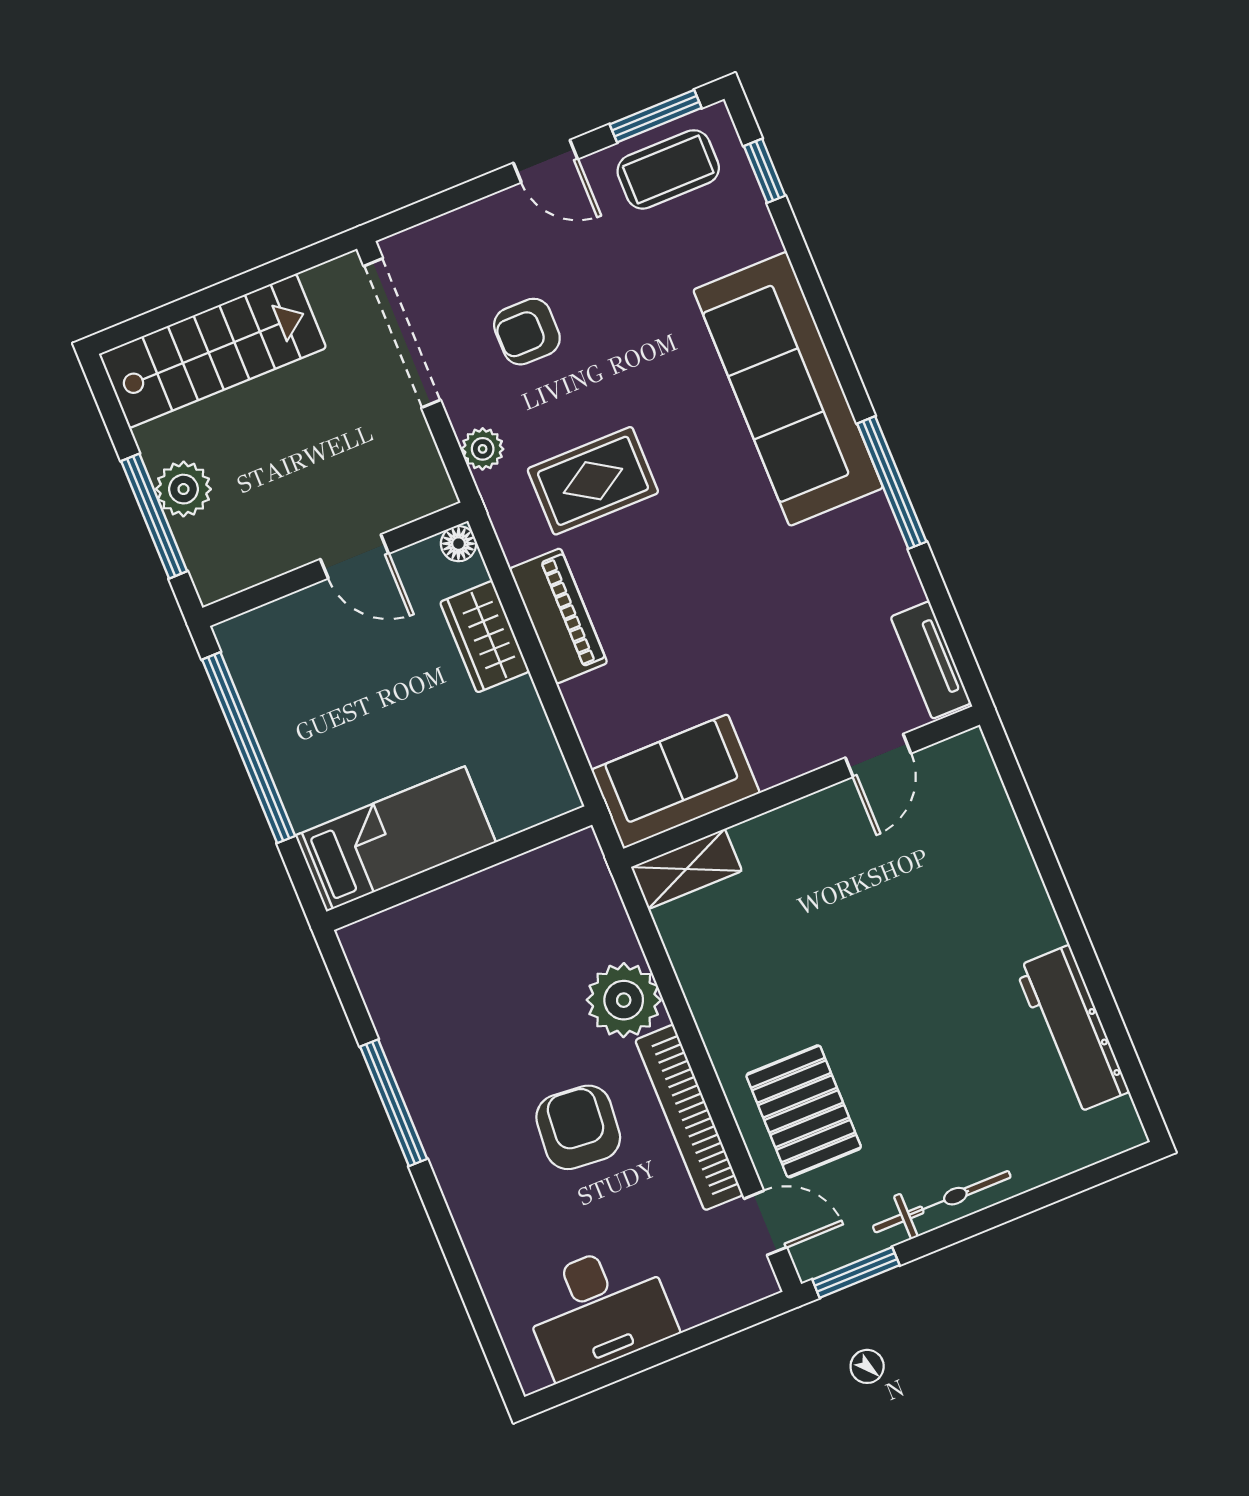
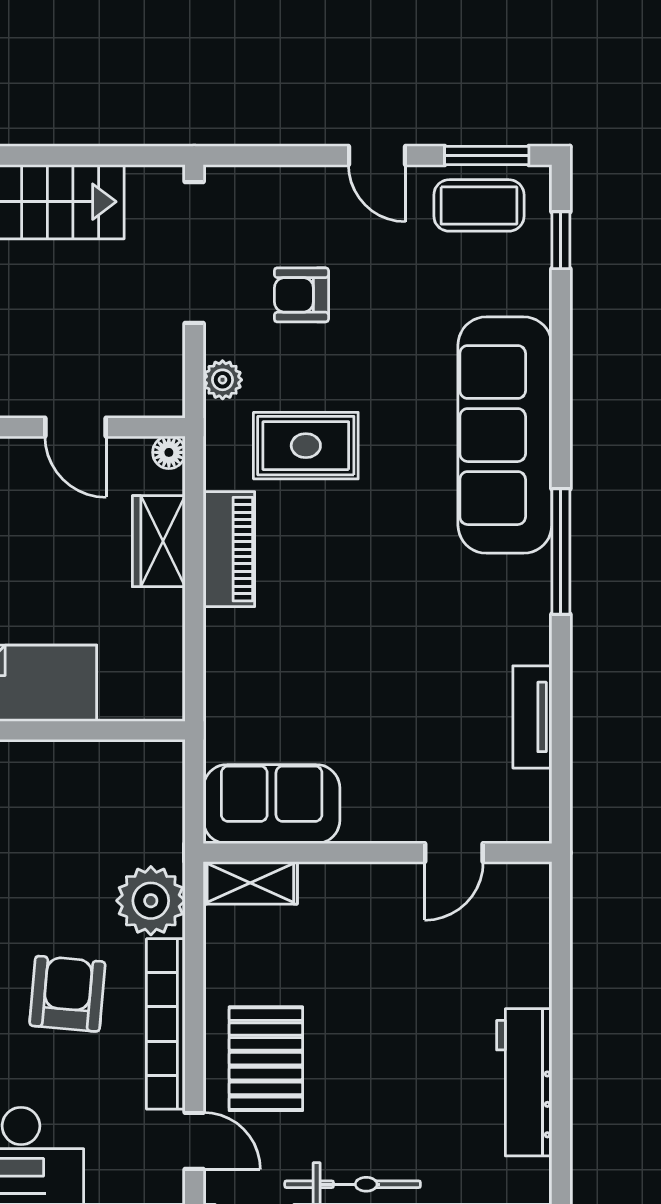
door: (878, 755) -> (454, 853), moved
sofa: (676, 781) -> (272, 804), moved
wall: (802, 787) -> (378, 853), moved
shelving: (686, 869) -> (250, 883), moved

